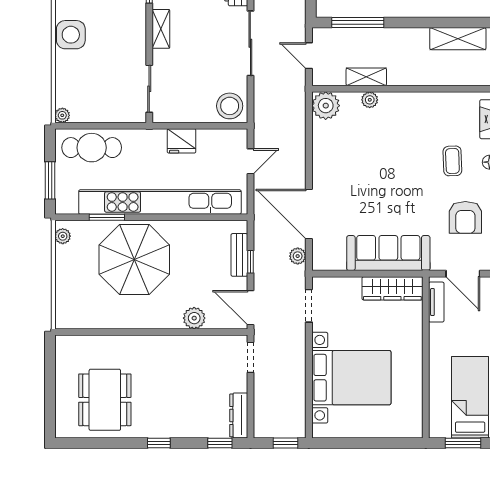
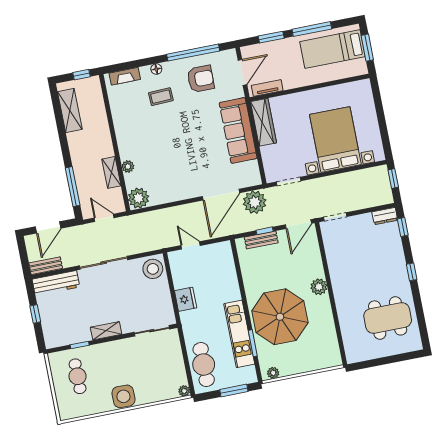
door: (309, 56) -> (104, 218), swing flipped
kitchen unit: (160, 202) -> (239, 334), width x0.54
plant: (298, 256) -> (255, 202), width x1.88, depth x1.88
plant: (194, 318) -> (319, 287), moved
dresser: (239, 415) -> (385, 216), width x0.70

